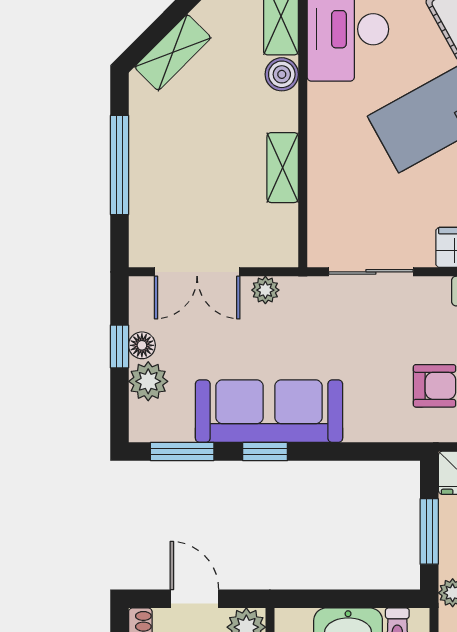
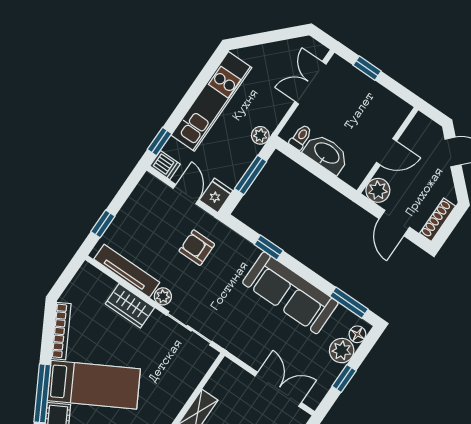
plant: (265, 290) -> (163, 296), moved
floor lamp: (142, 345) -> (357, 334), moved
window: (265, 452) -> (269, 248), moved

